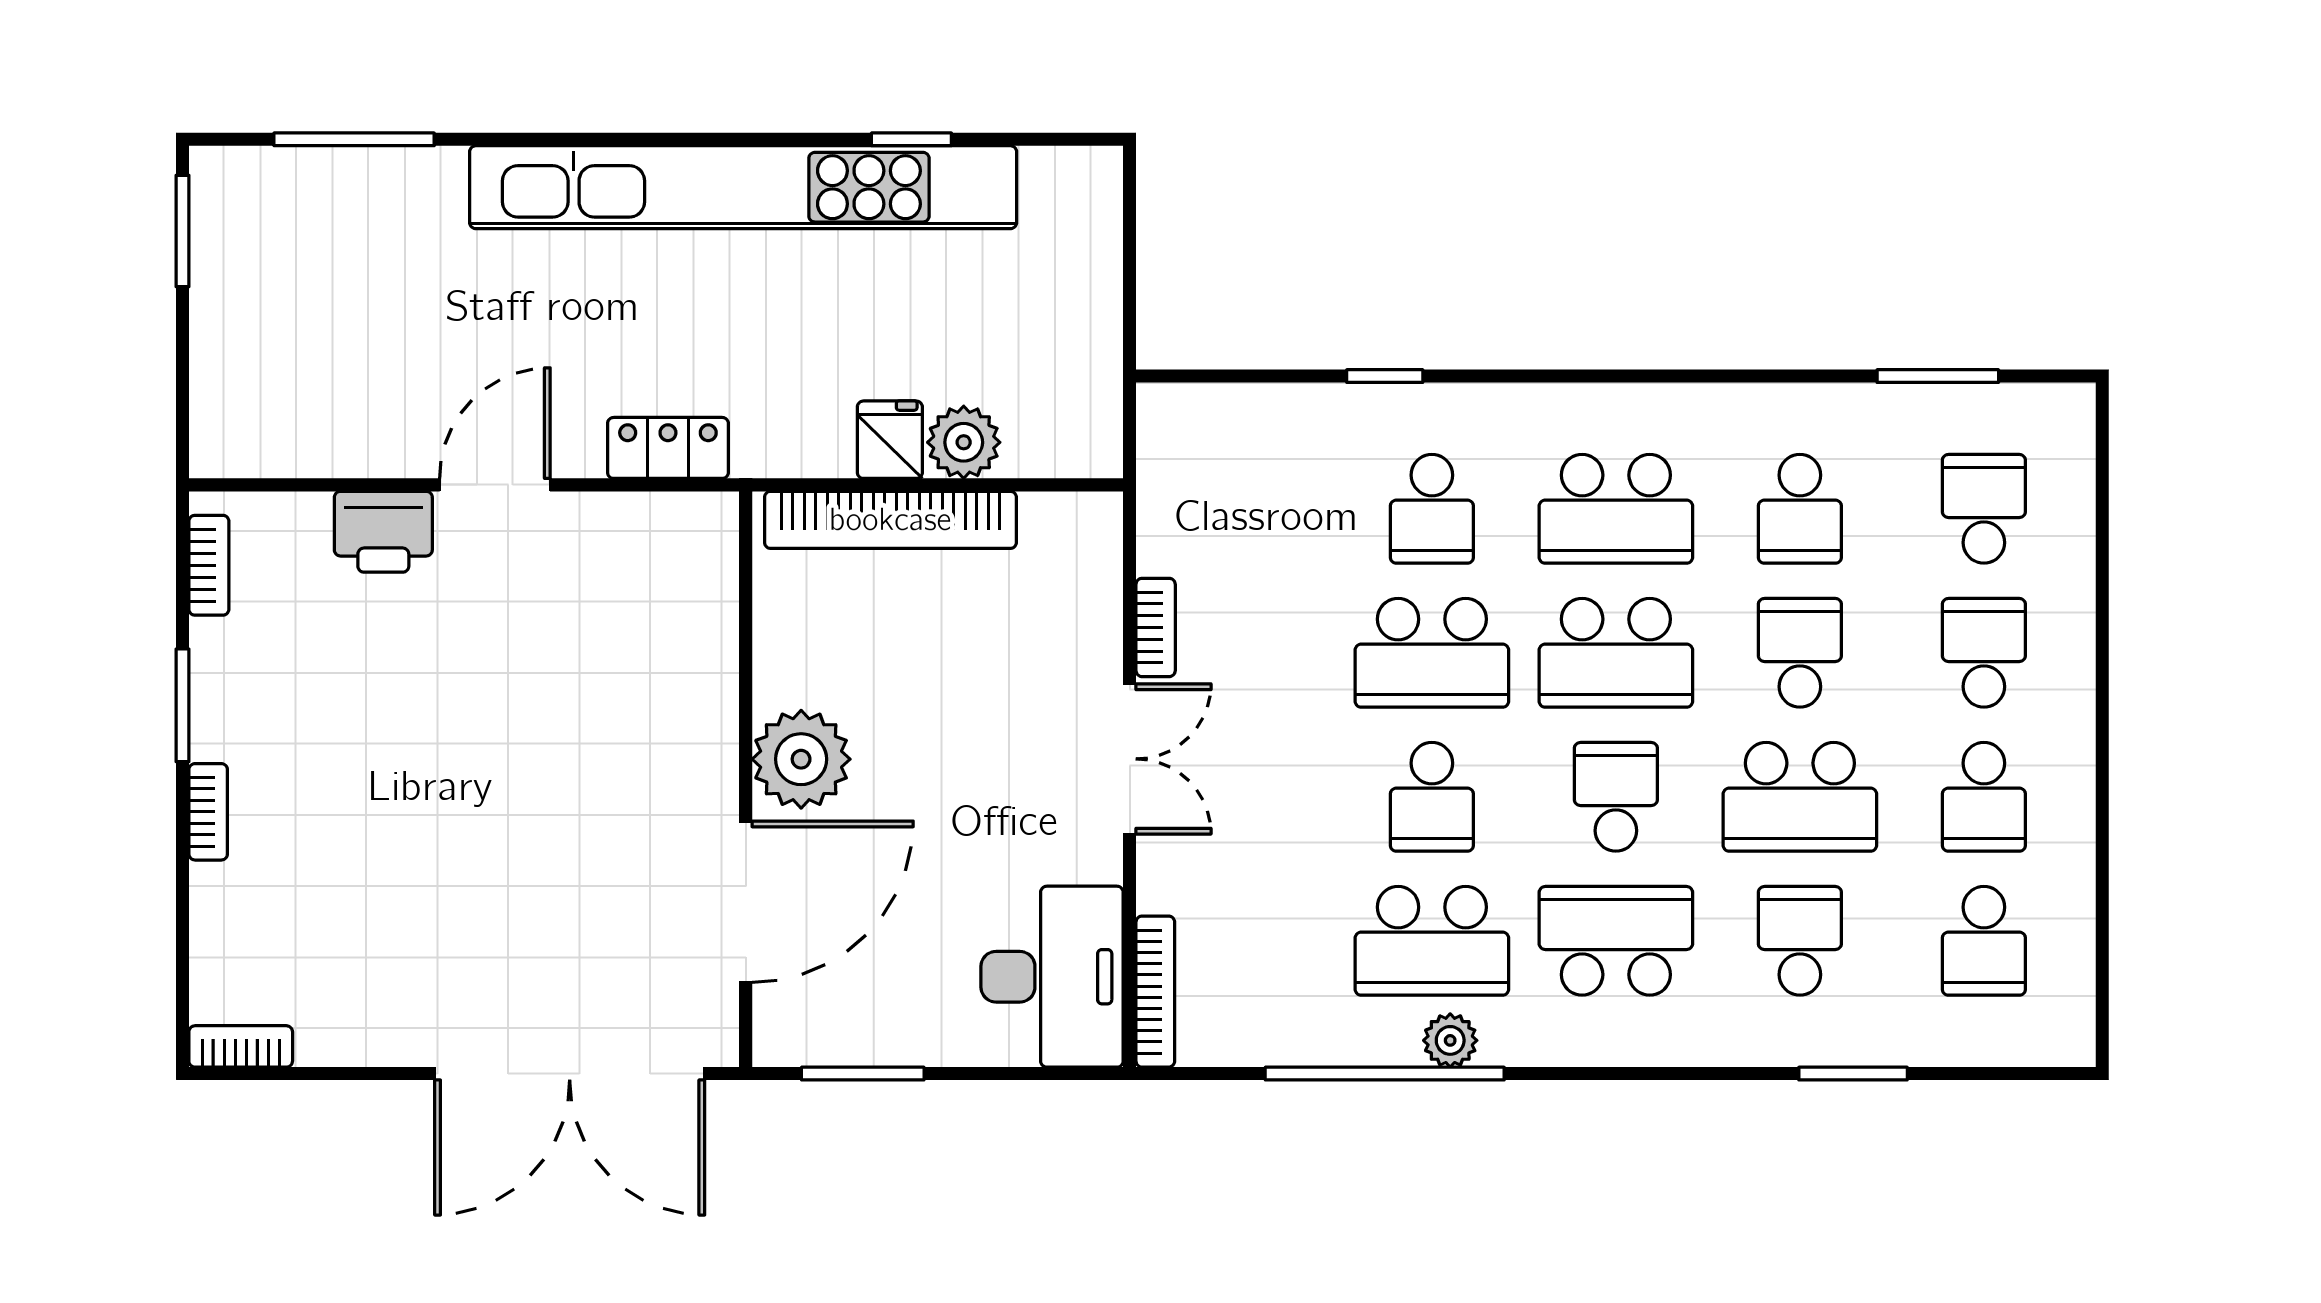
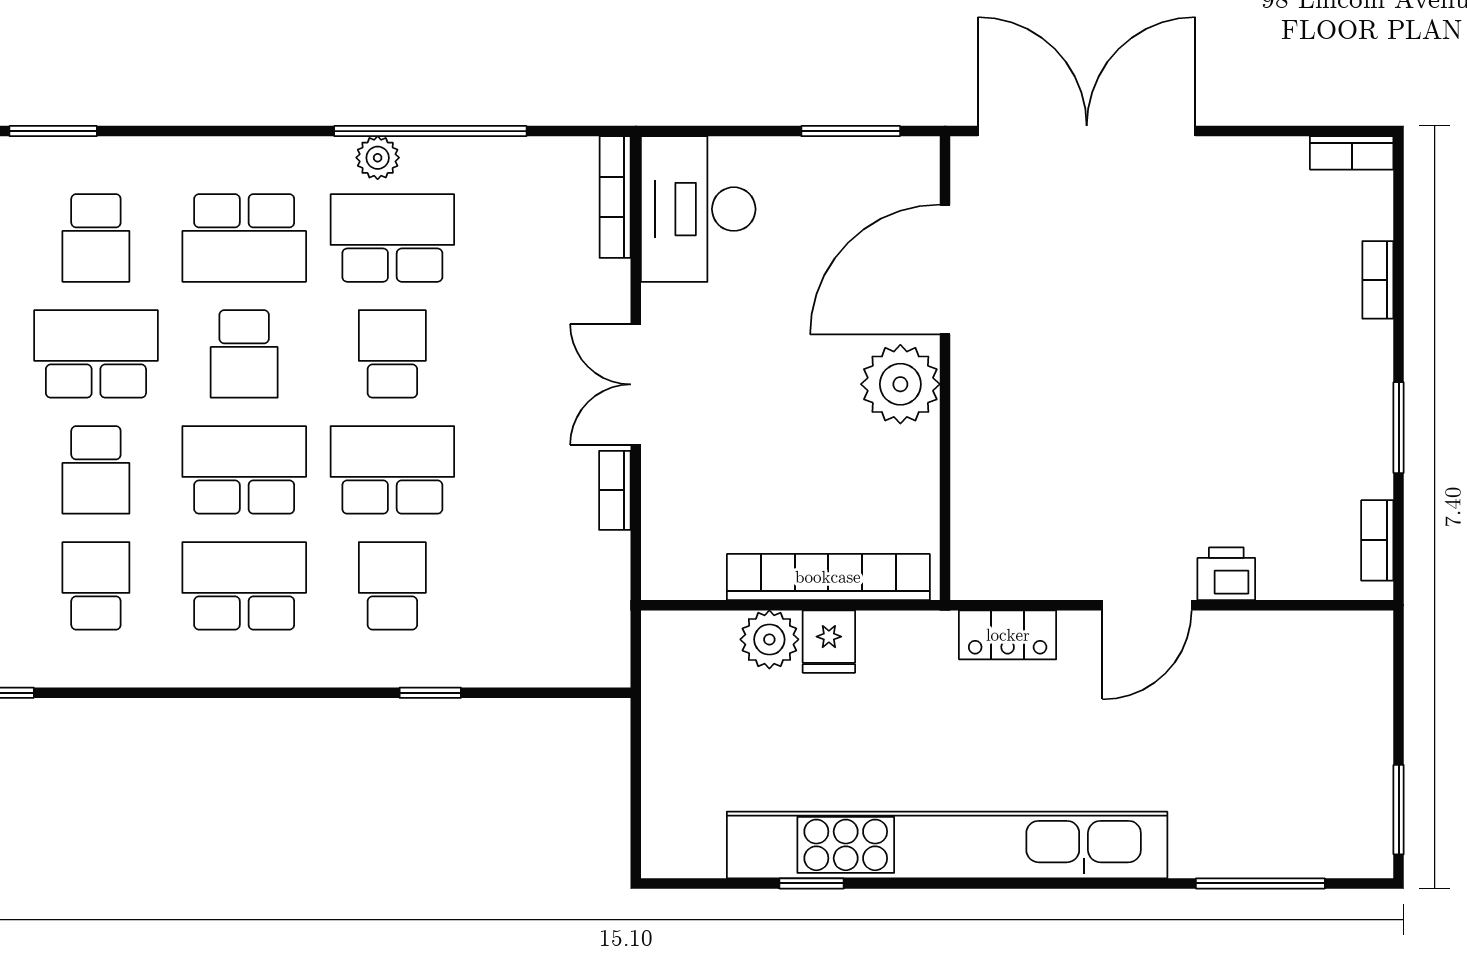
printer: (383, 532) -> (1226, 574), width x0.73, depth x0.81
bookcase: (208, 812) -> (1378, 280), moved

